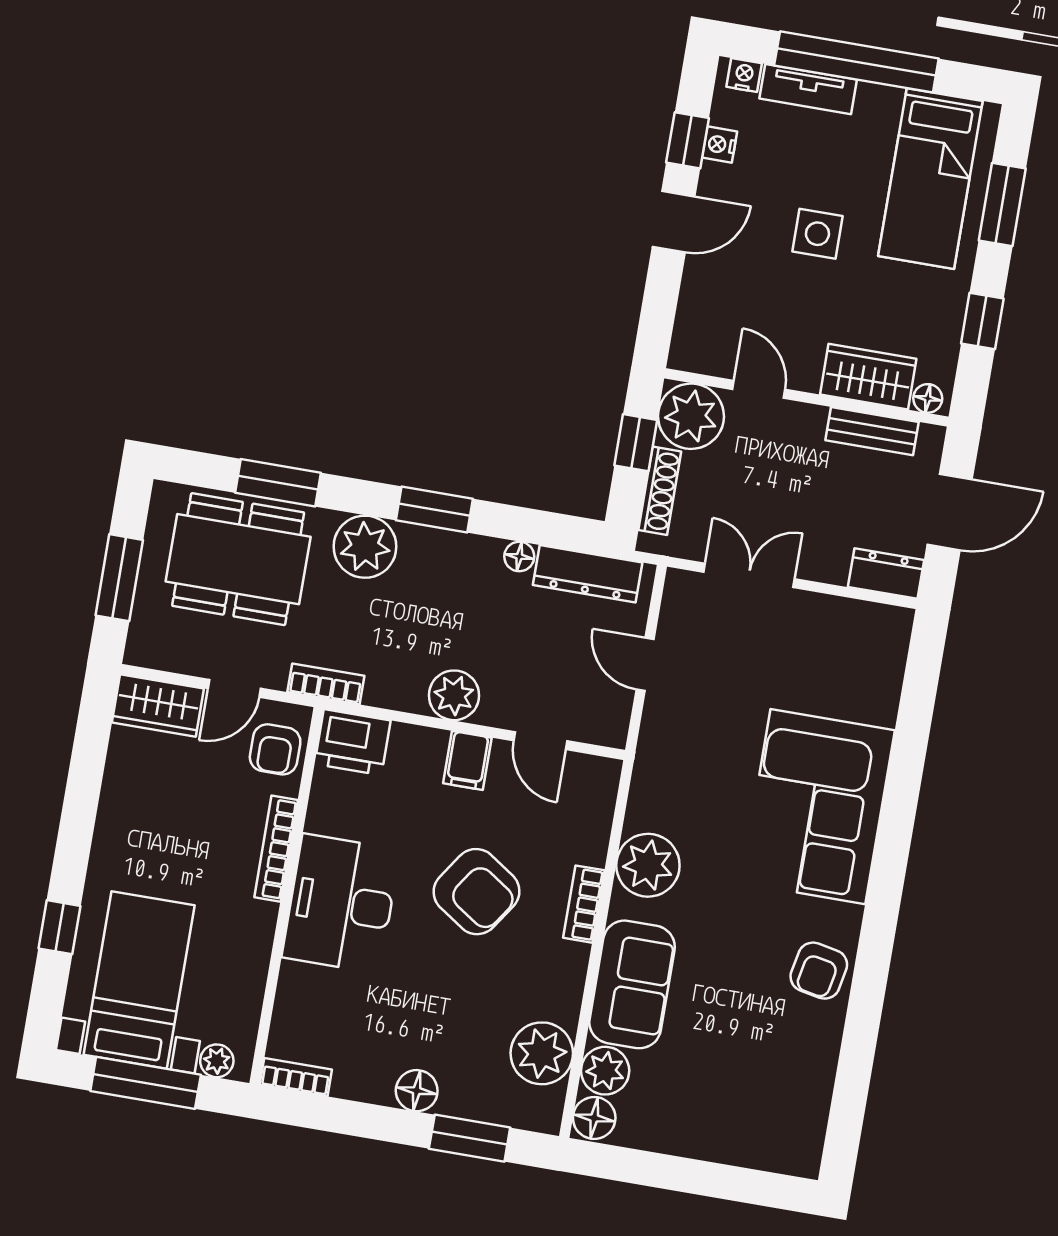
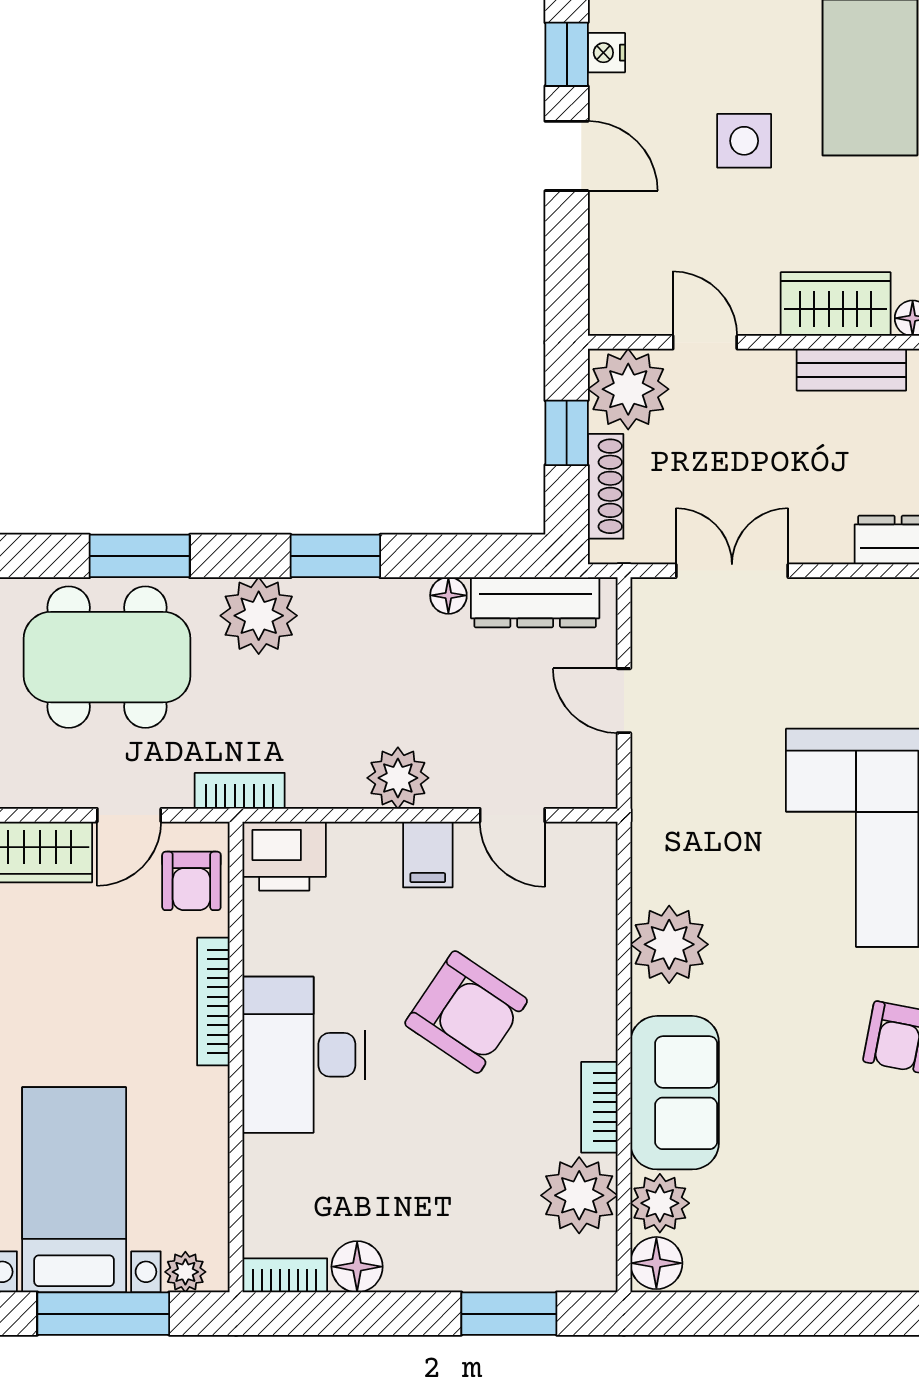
door: (674, 222) -> (567, 156), hinge flipped
bookcase: (584, 904) -> (599, 1107), moved
floor lamp: (417, 1091) -> (357, 1267), moved

